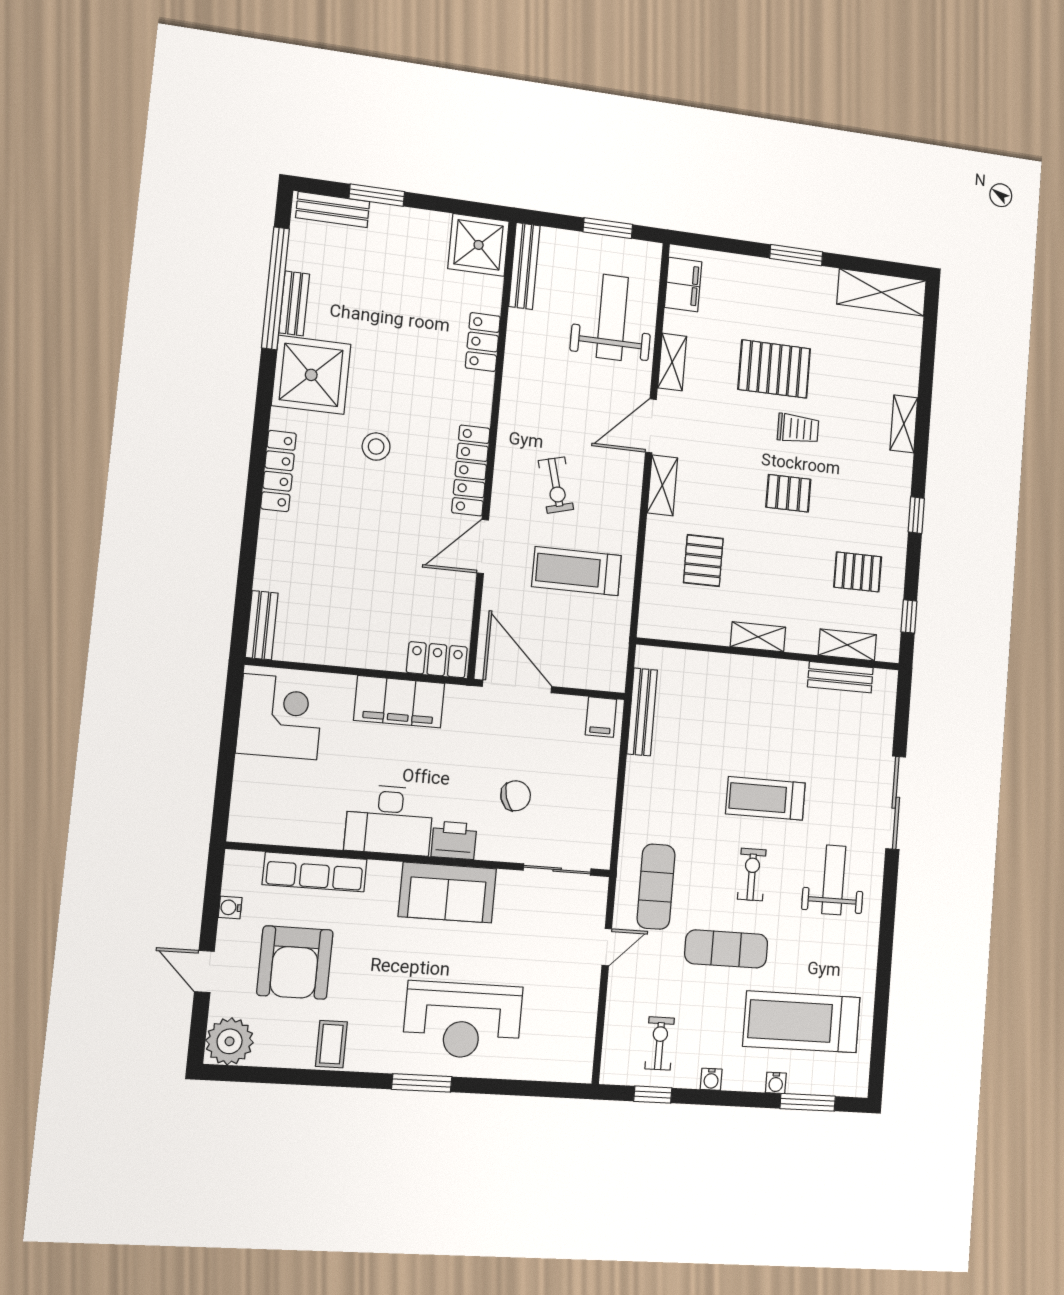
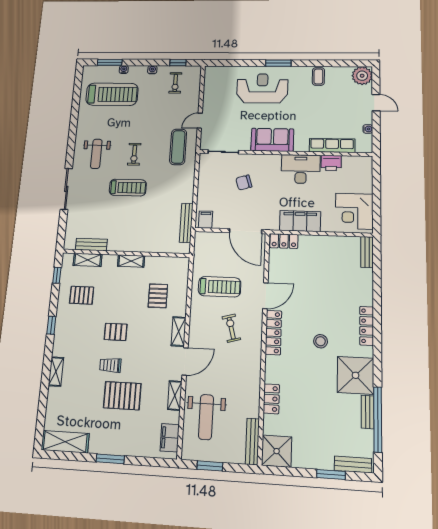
printer: (454, 840) -> (331, 163), moved
exercise mat: (726, 949) -> (146, 122), removed
armchair: (295, 963) -> (337, 108), removed

